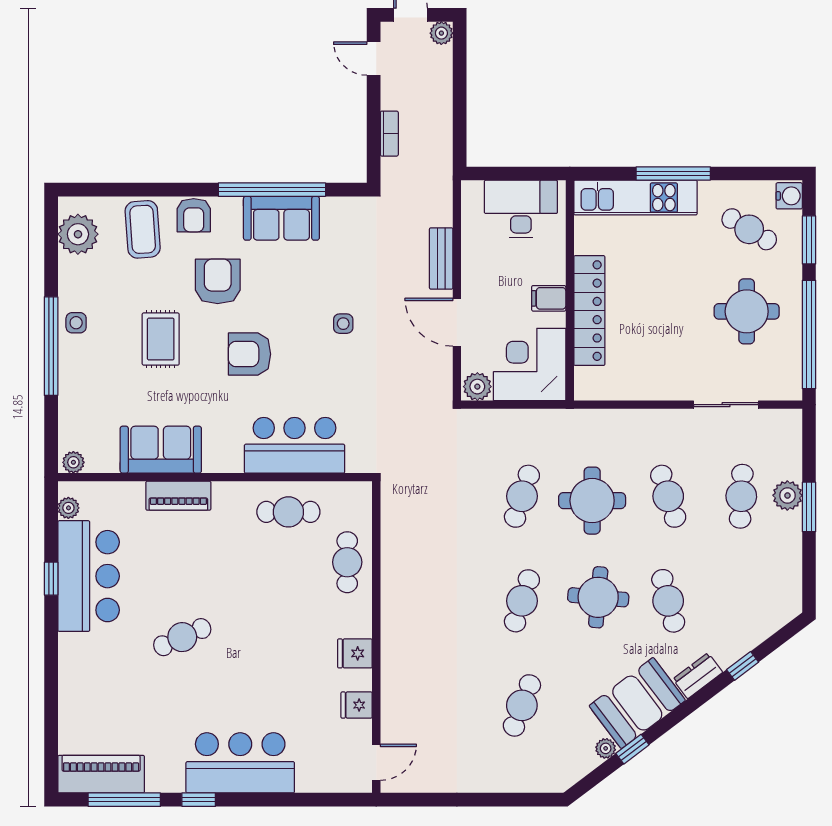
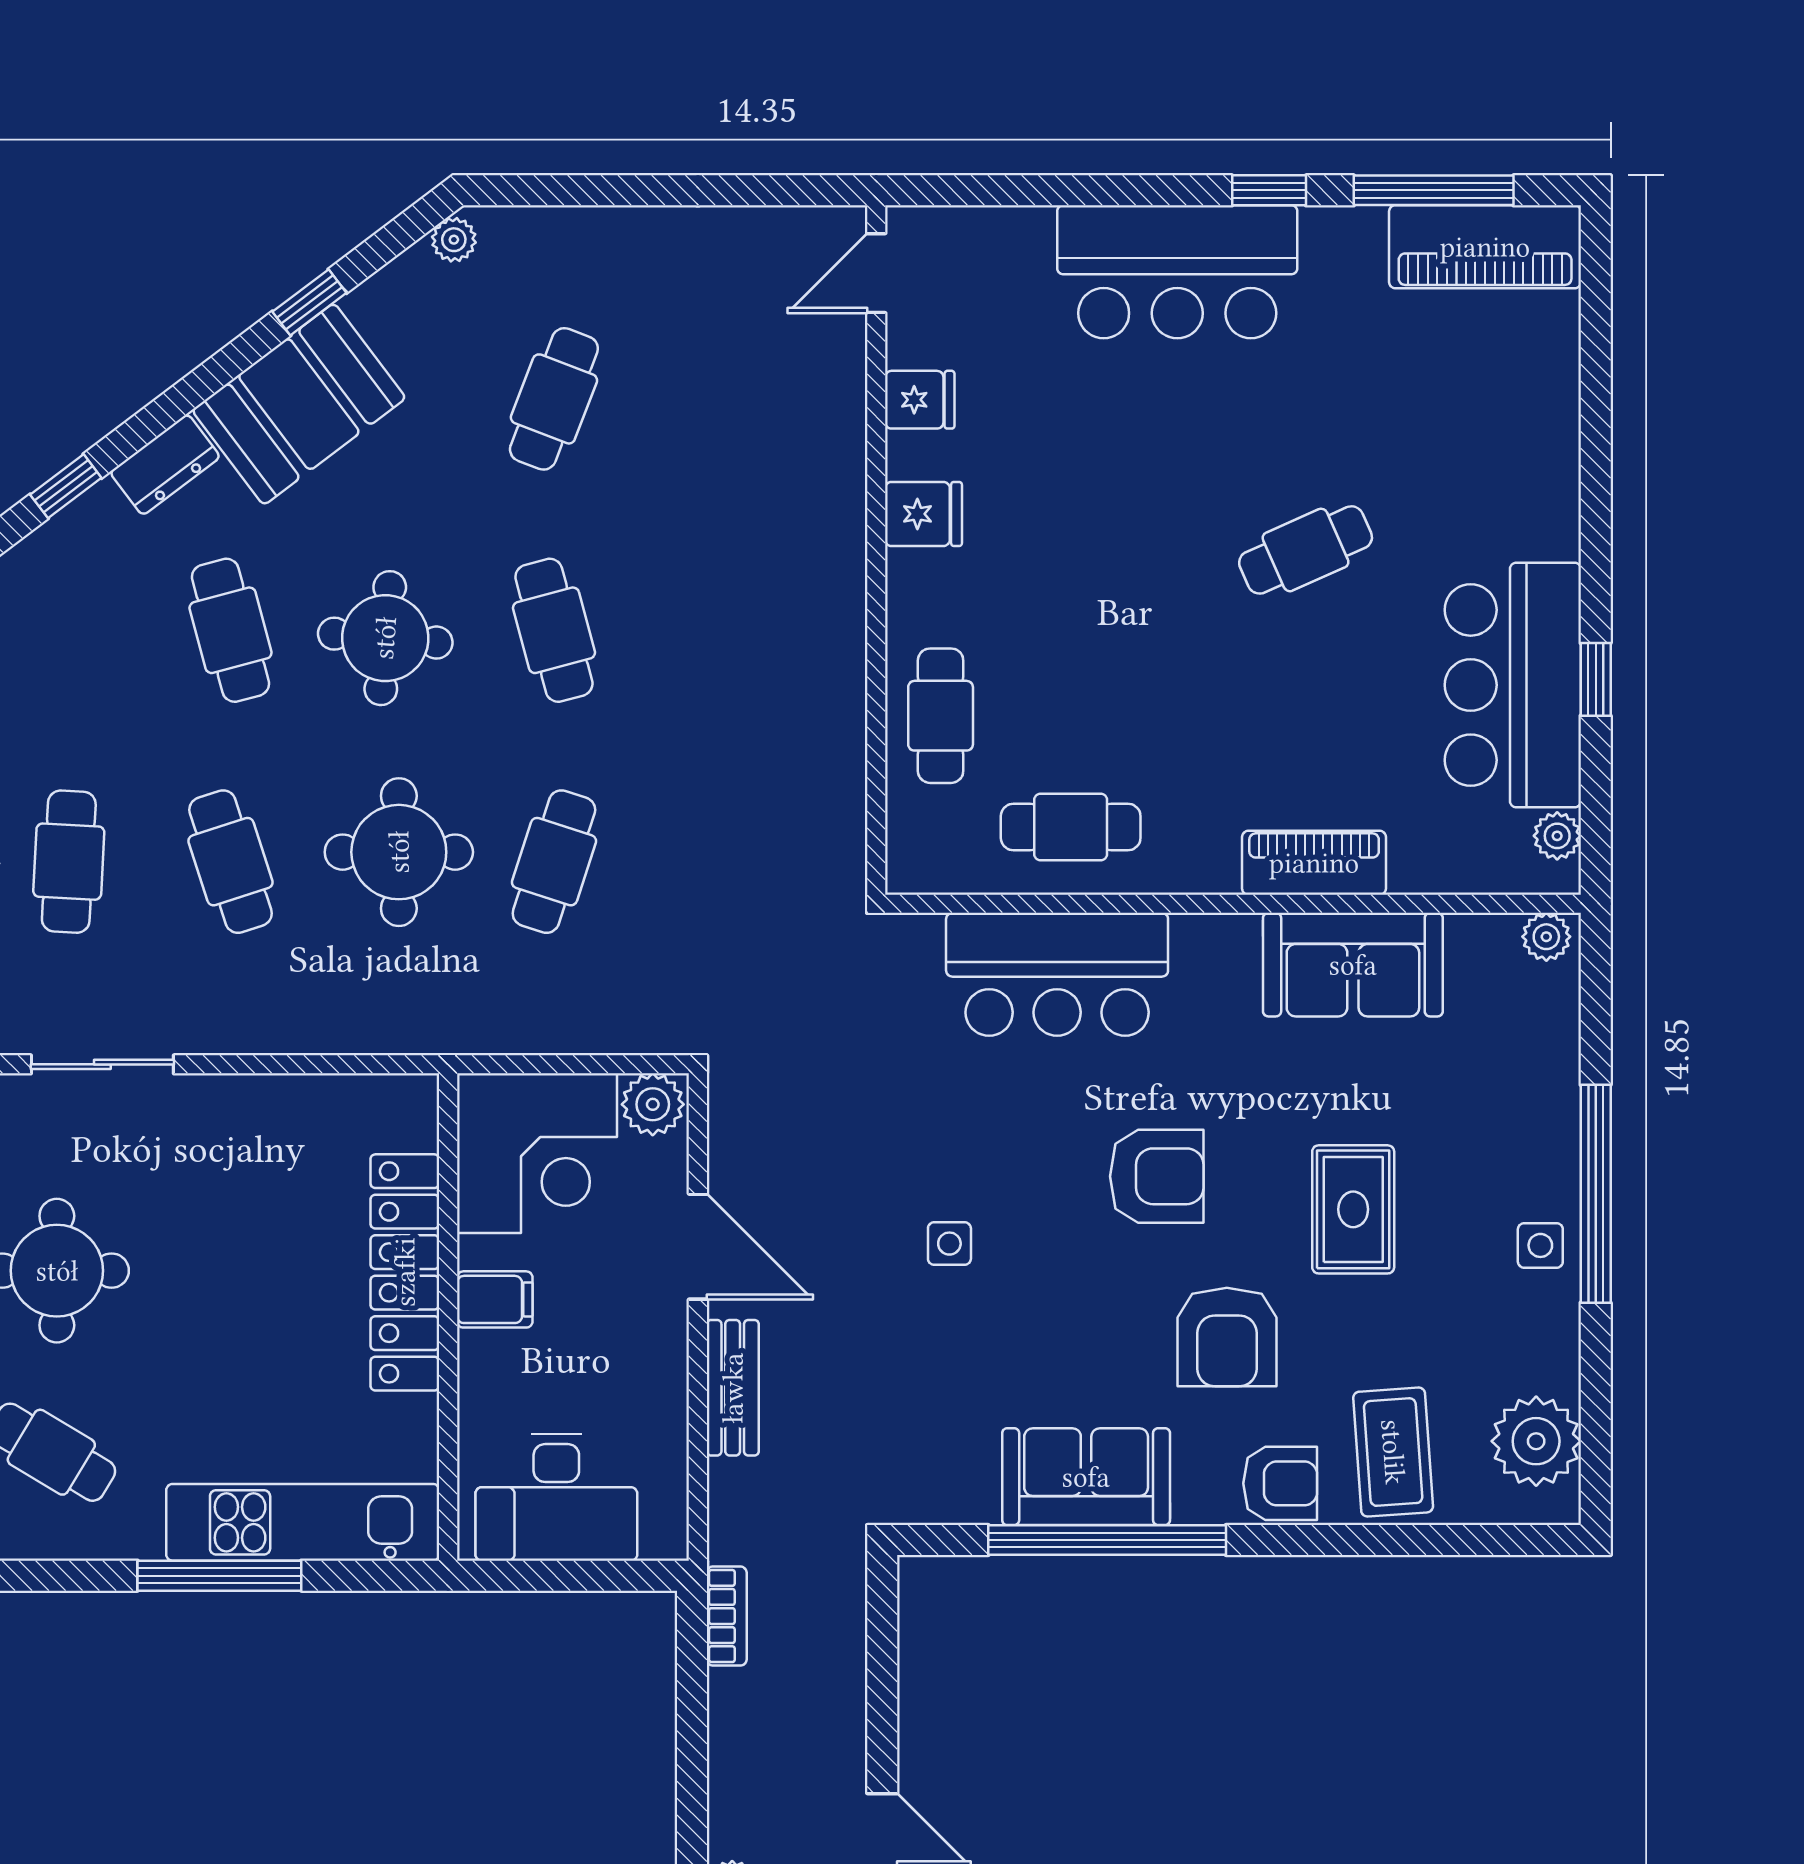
bookcase: (389, 134) -> (727, 1616), moved, turned 180
armchair: (194, 215) -> (1280, 1483), turned 90
cafe table: (522, 601) -> (554, 630), turned -33
plant: (606, 748) -> (454, 240), moved

